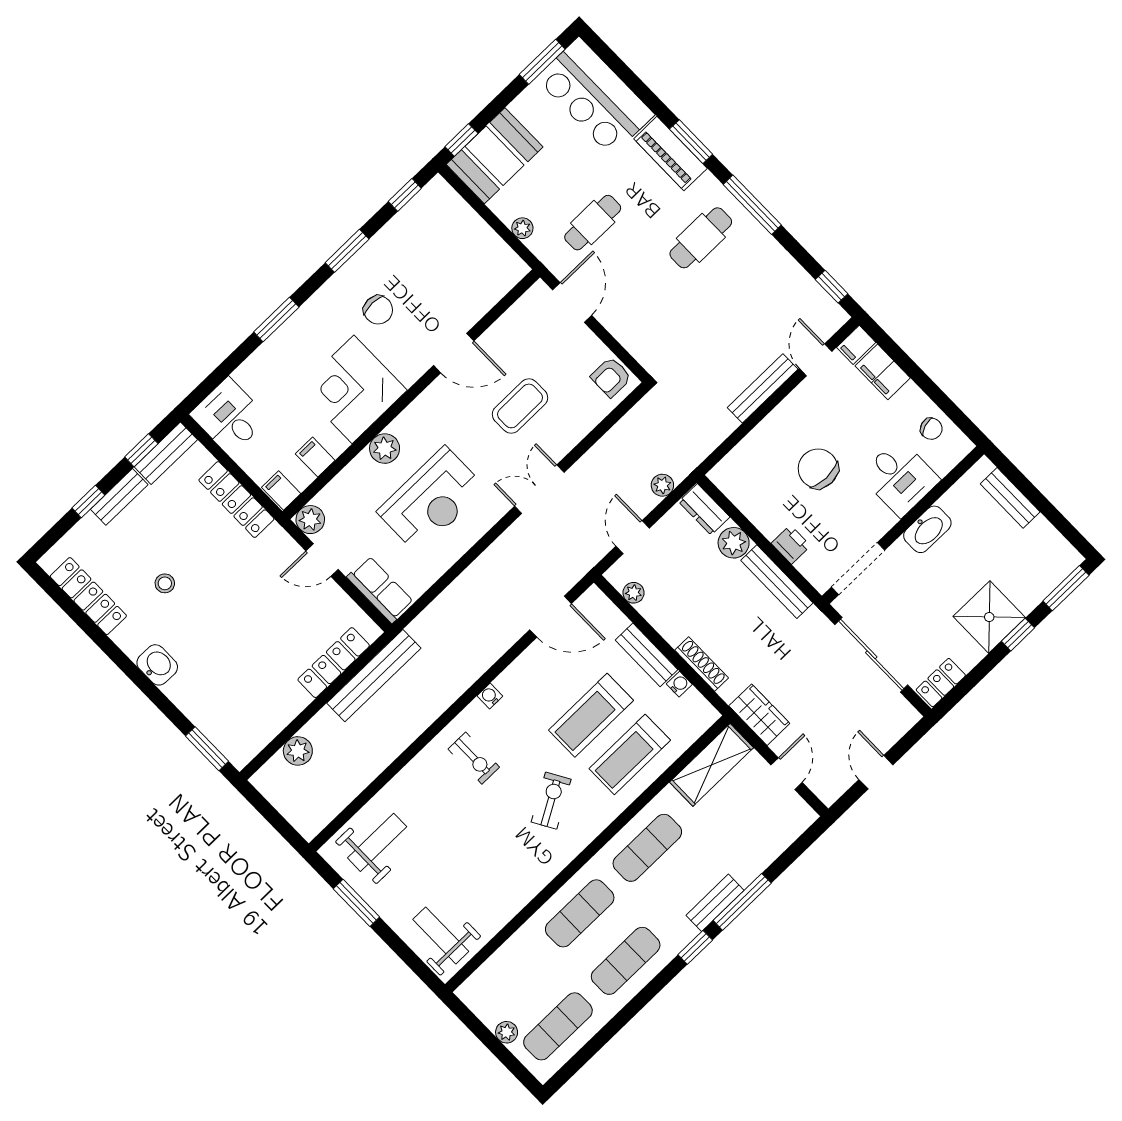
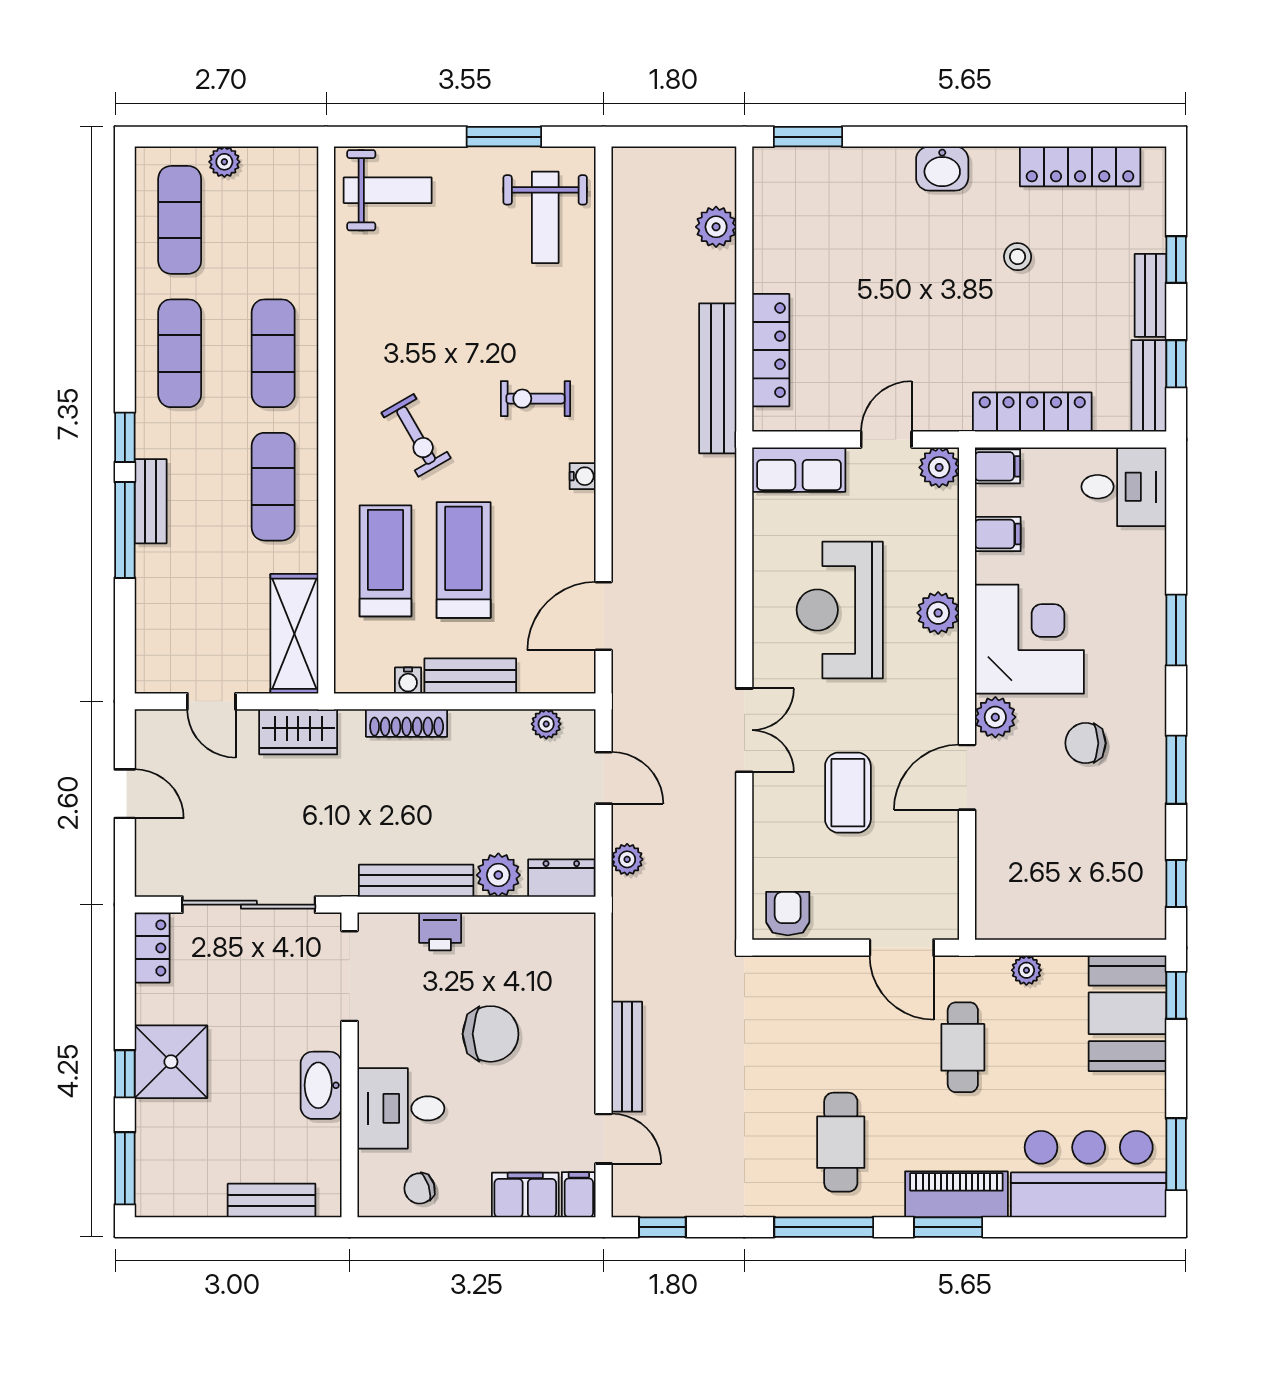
plant: (409, 368) -> (995, 717), added

